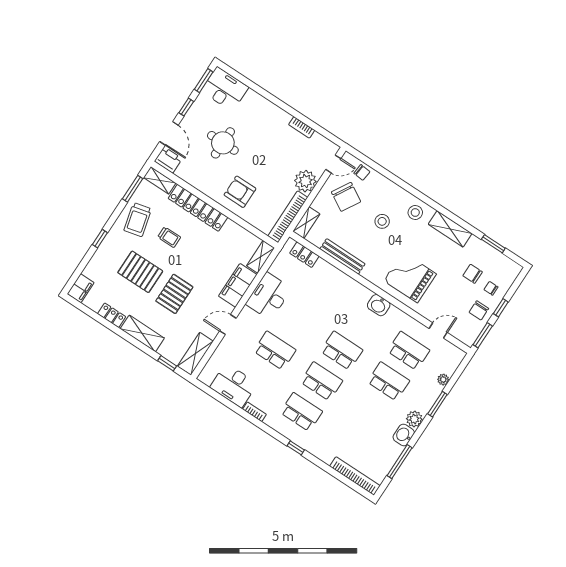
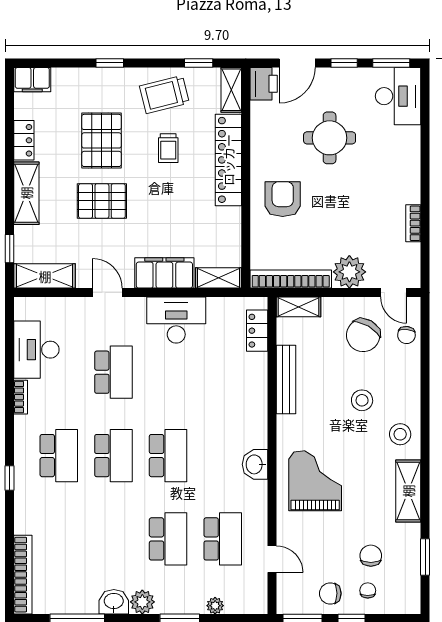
window: (133, 189) -> (199, 63), width x0.67

